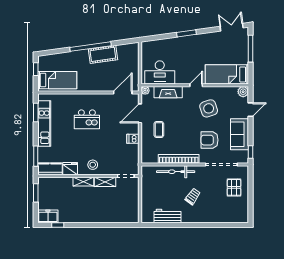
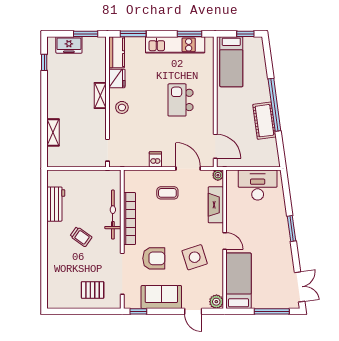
desk: (160, 72) -> (258, 185), moved, turned 90
armchair: (210, 140) -> (154, 258), turned 90
shelving: (105, 182) -> (53, 132), moved
freezer: (48, 216) -> (69, 45), moved, turned 90

